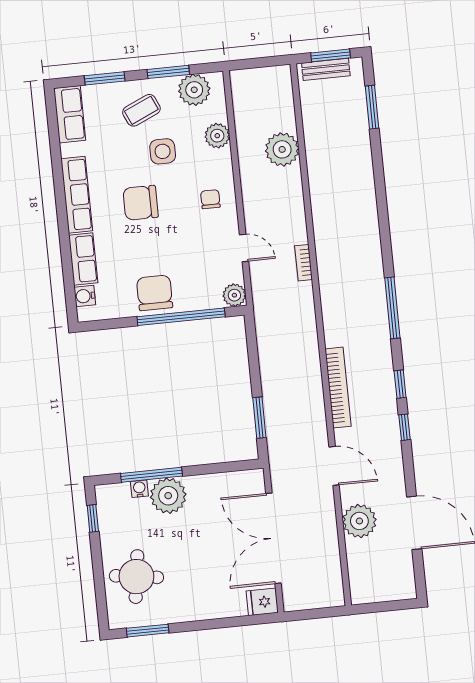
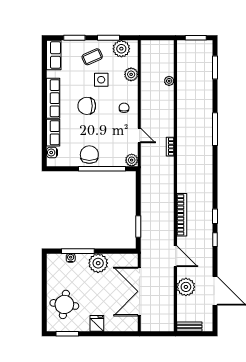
bench: (326, 69) -> (189, 327), moved
plant: (282, 149) -> (169, 81), width x0.53, depth x0.53
window: (392, 308) -> (215, 129), moved
plant: (168, 496) -> (98, 263), moved
window: (93, 518) -> (44, 271), removed
fridge: (262, 602) -> (97, 323), moved, turned 90

